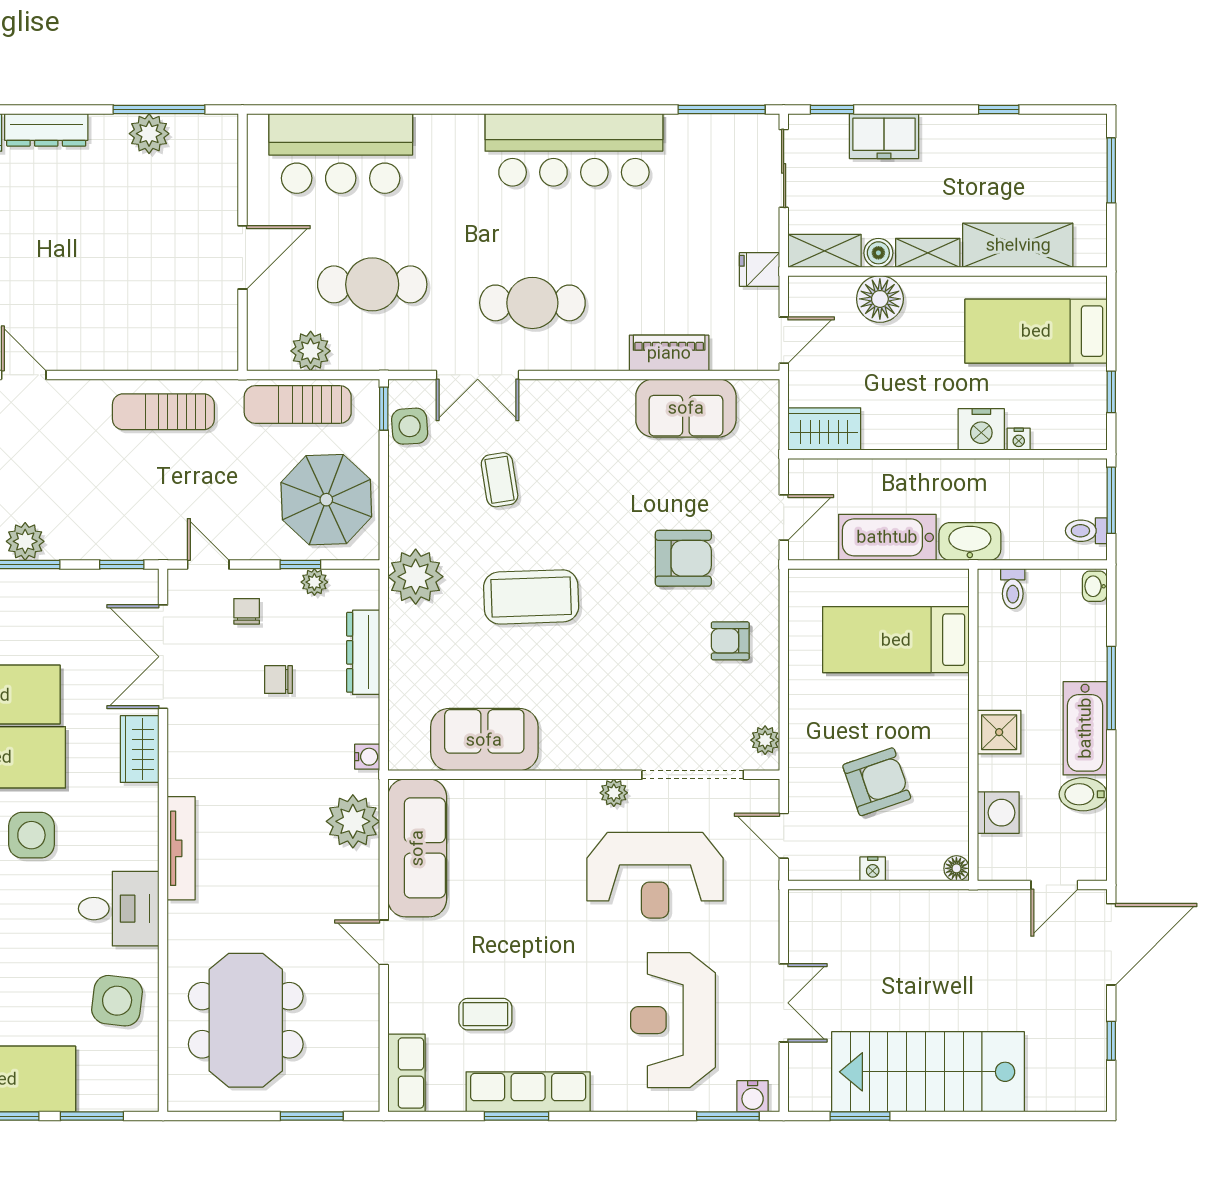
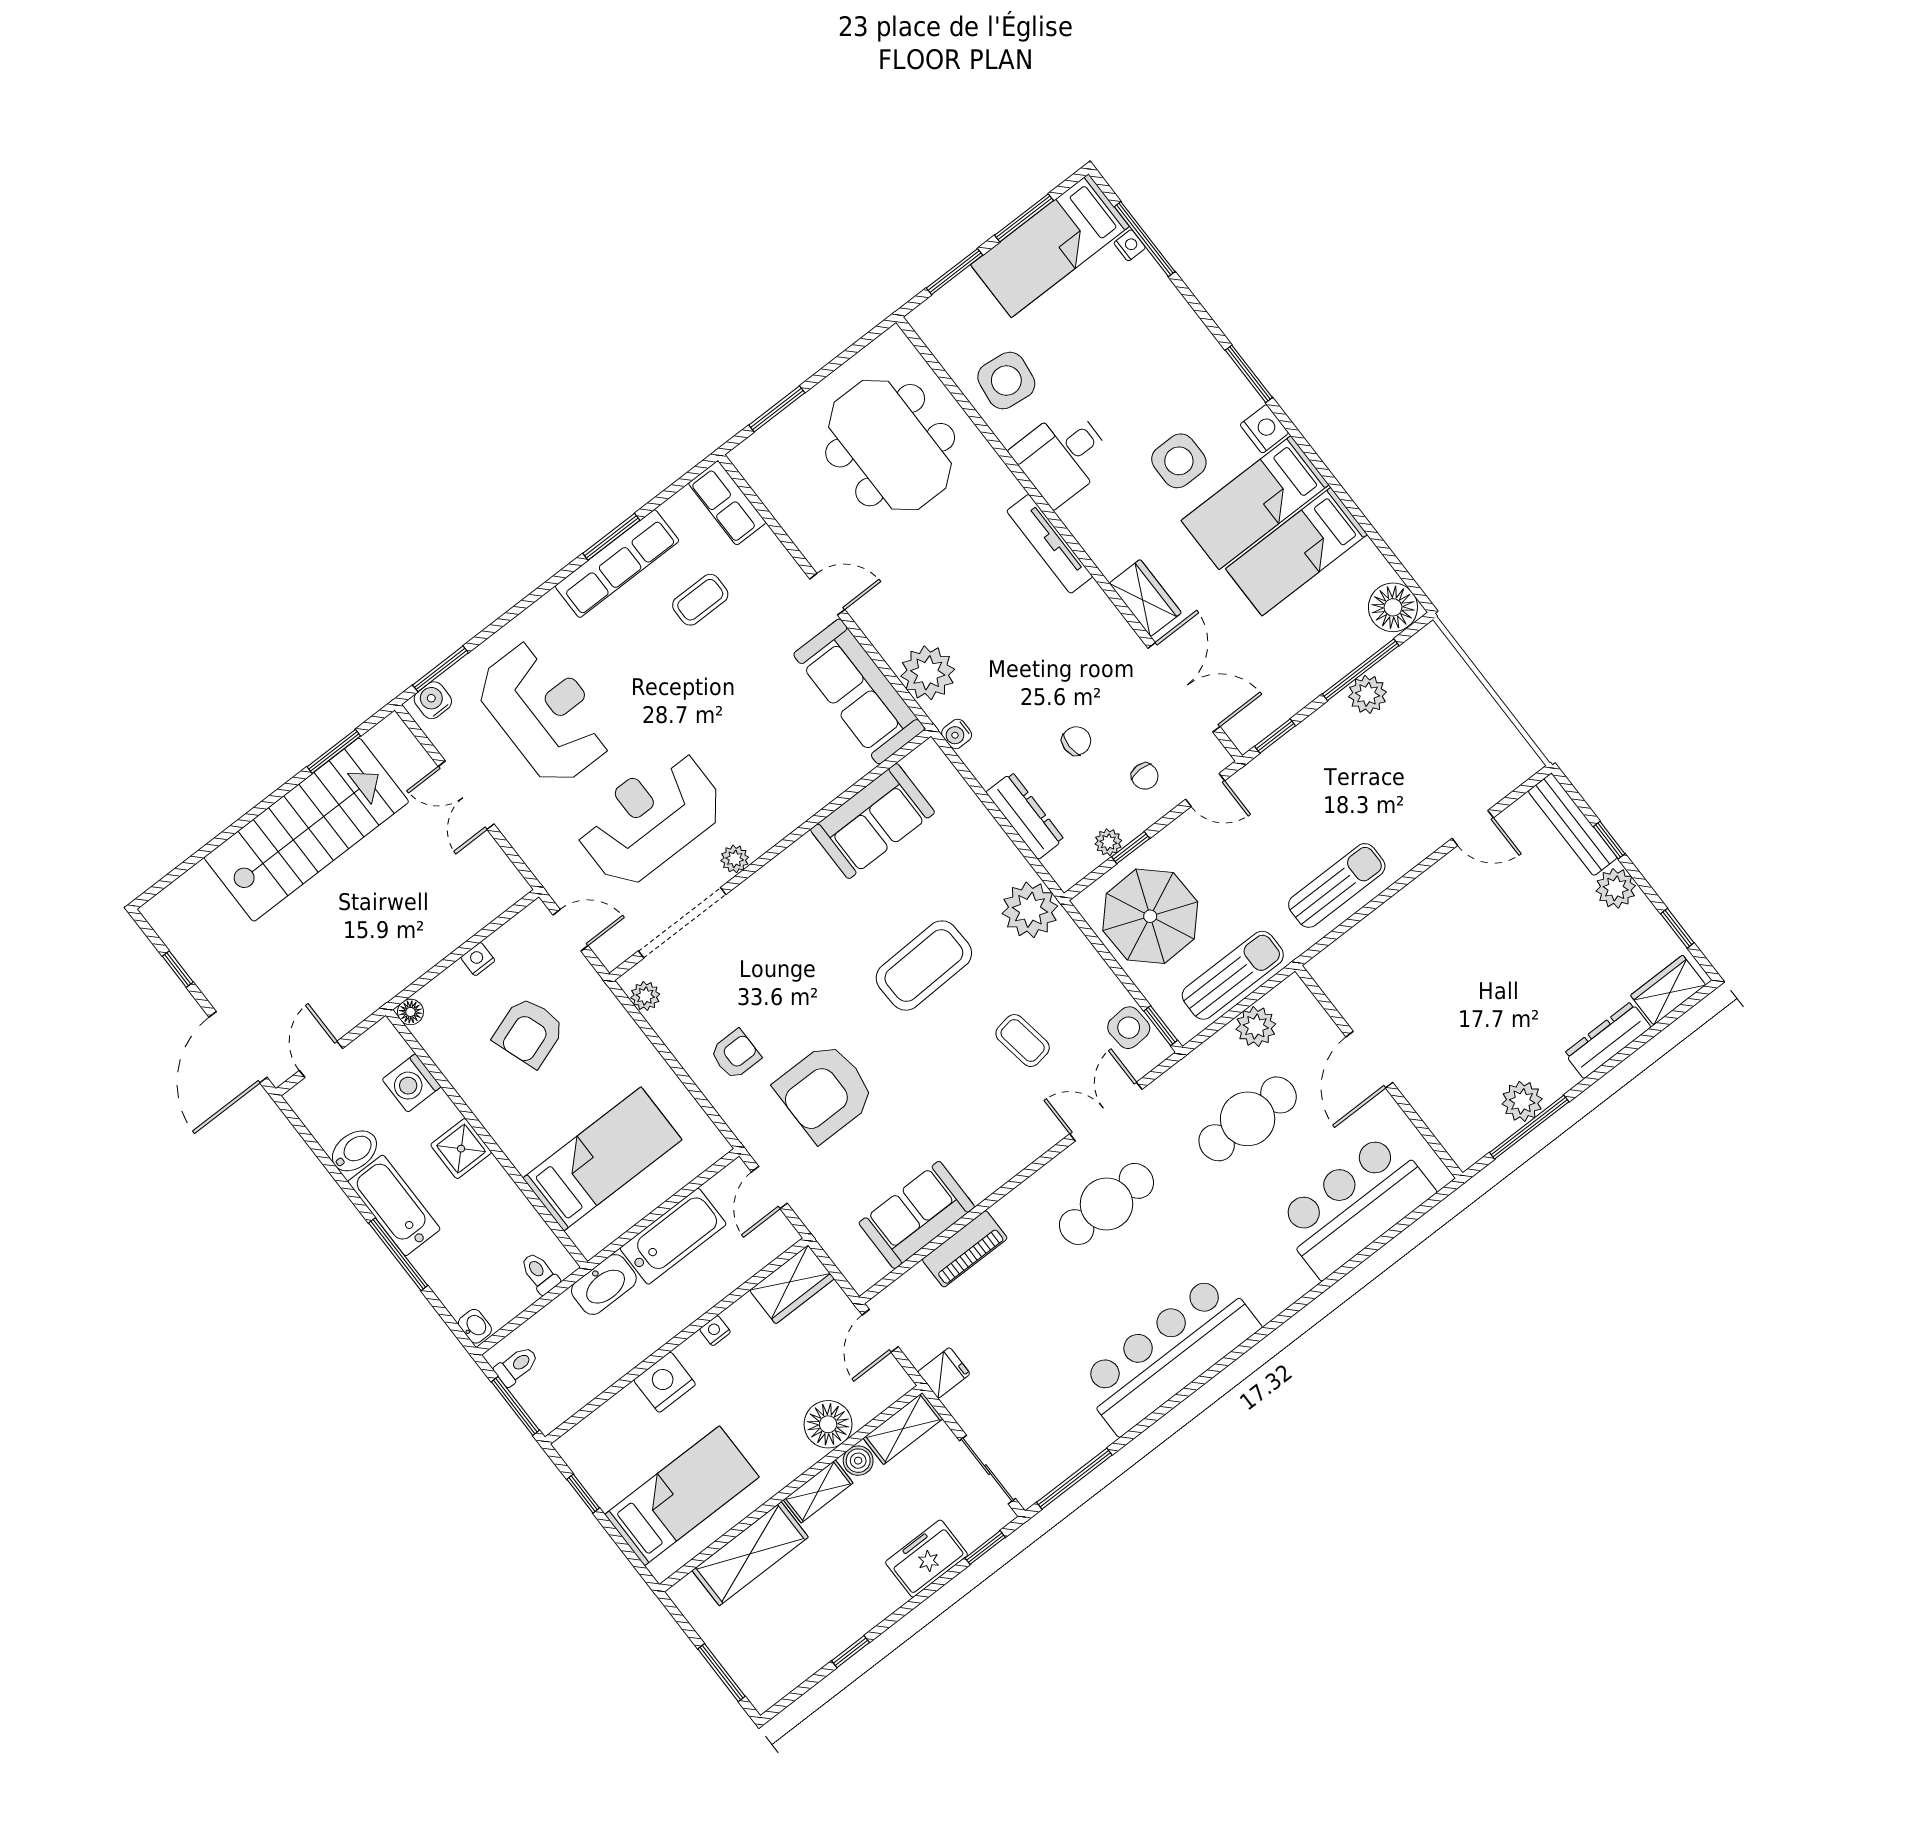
nightstand: (1019, 439) -> (715, 1331), moved
armchair: (683, 558) -> (825, 1092), width x1.36, depth x1.36

